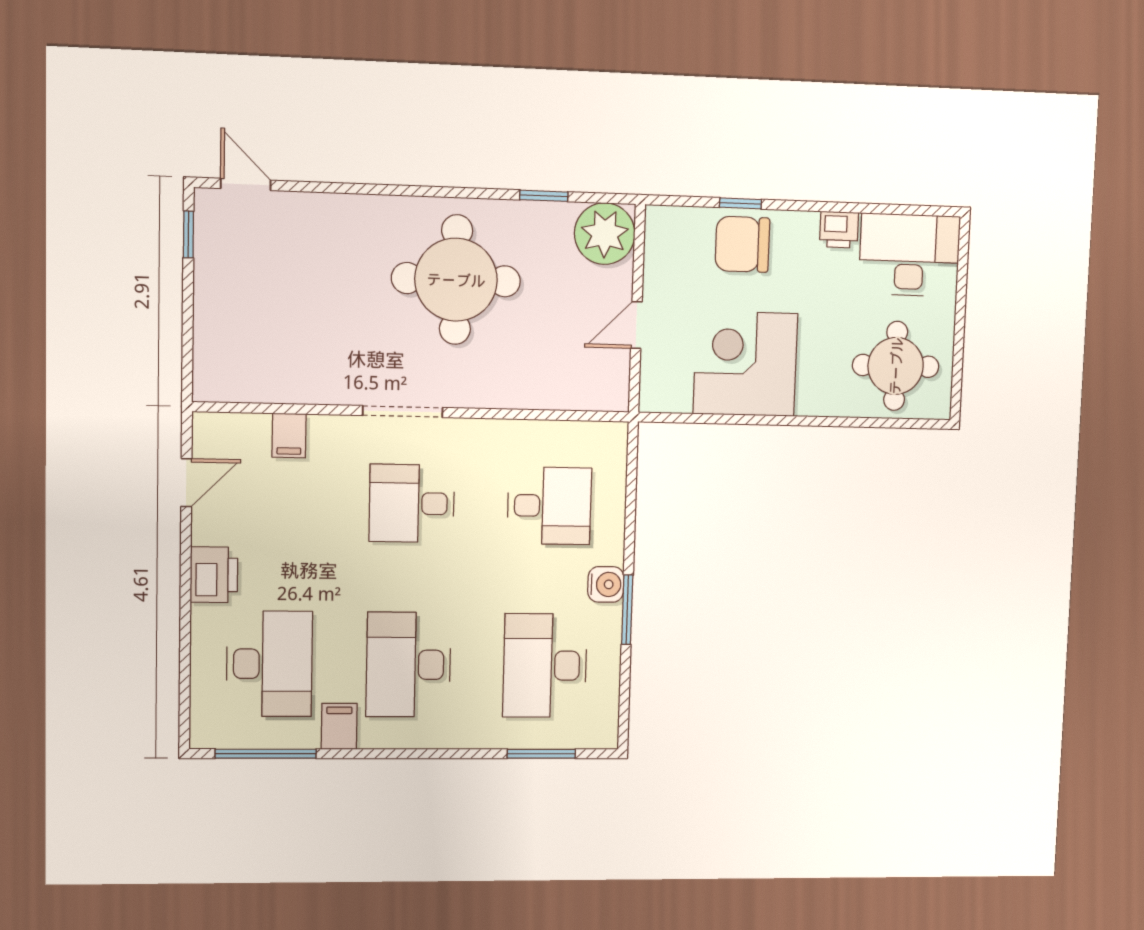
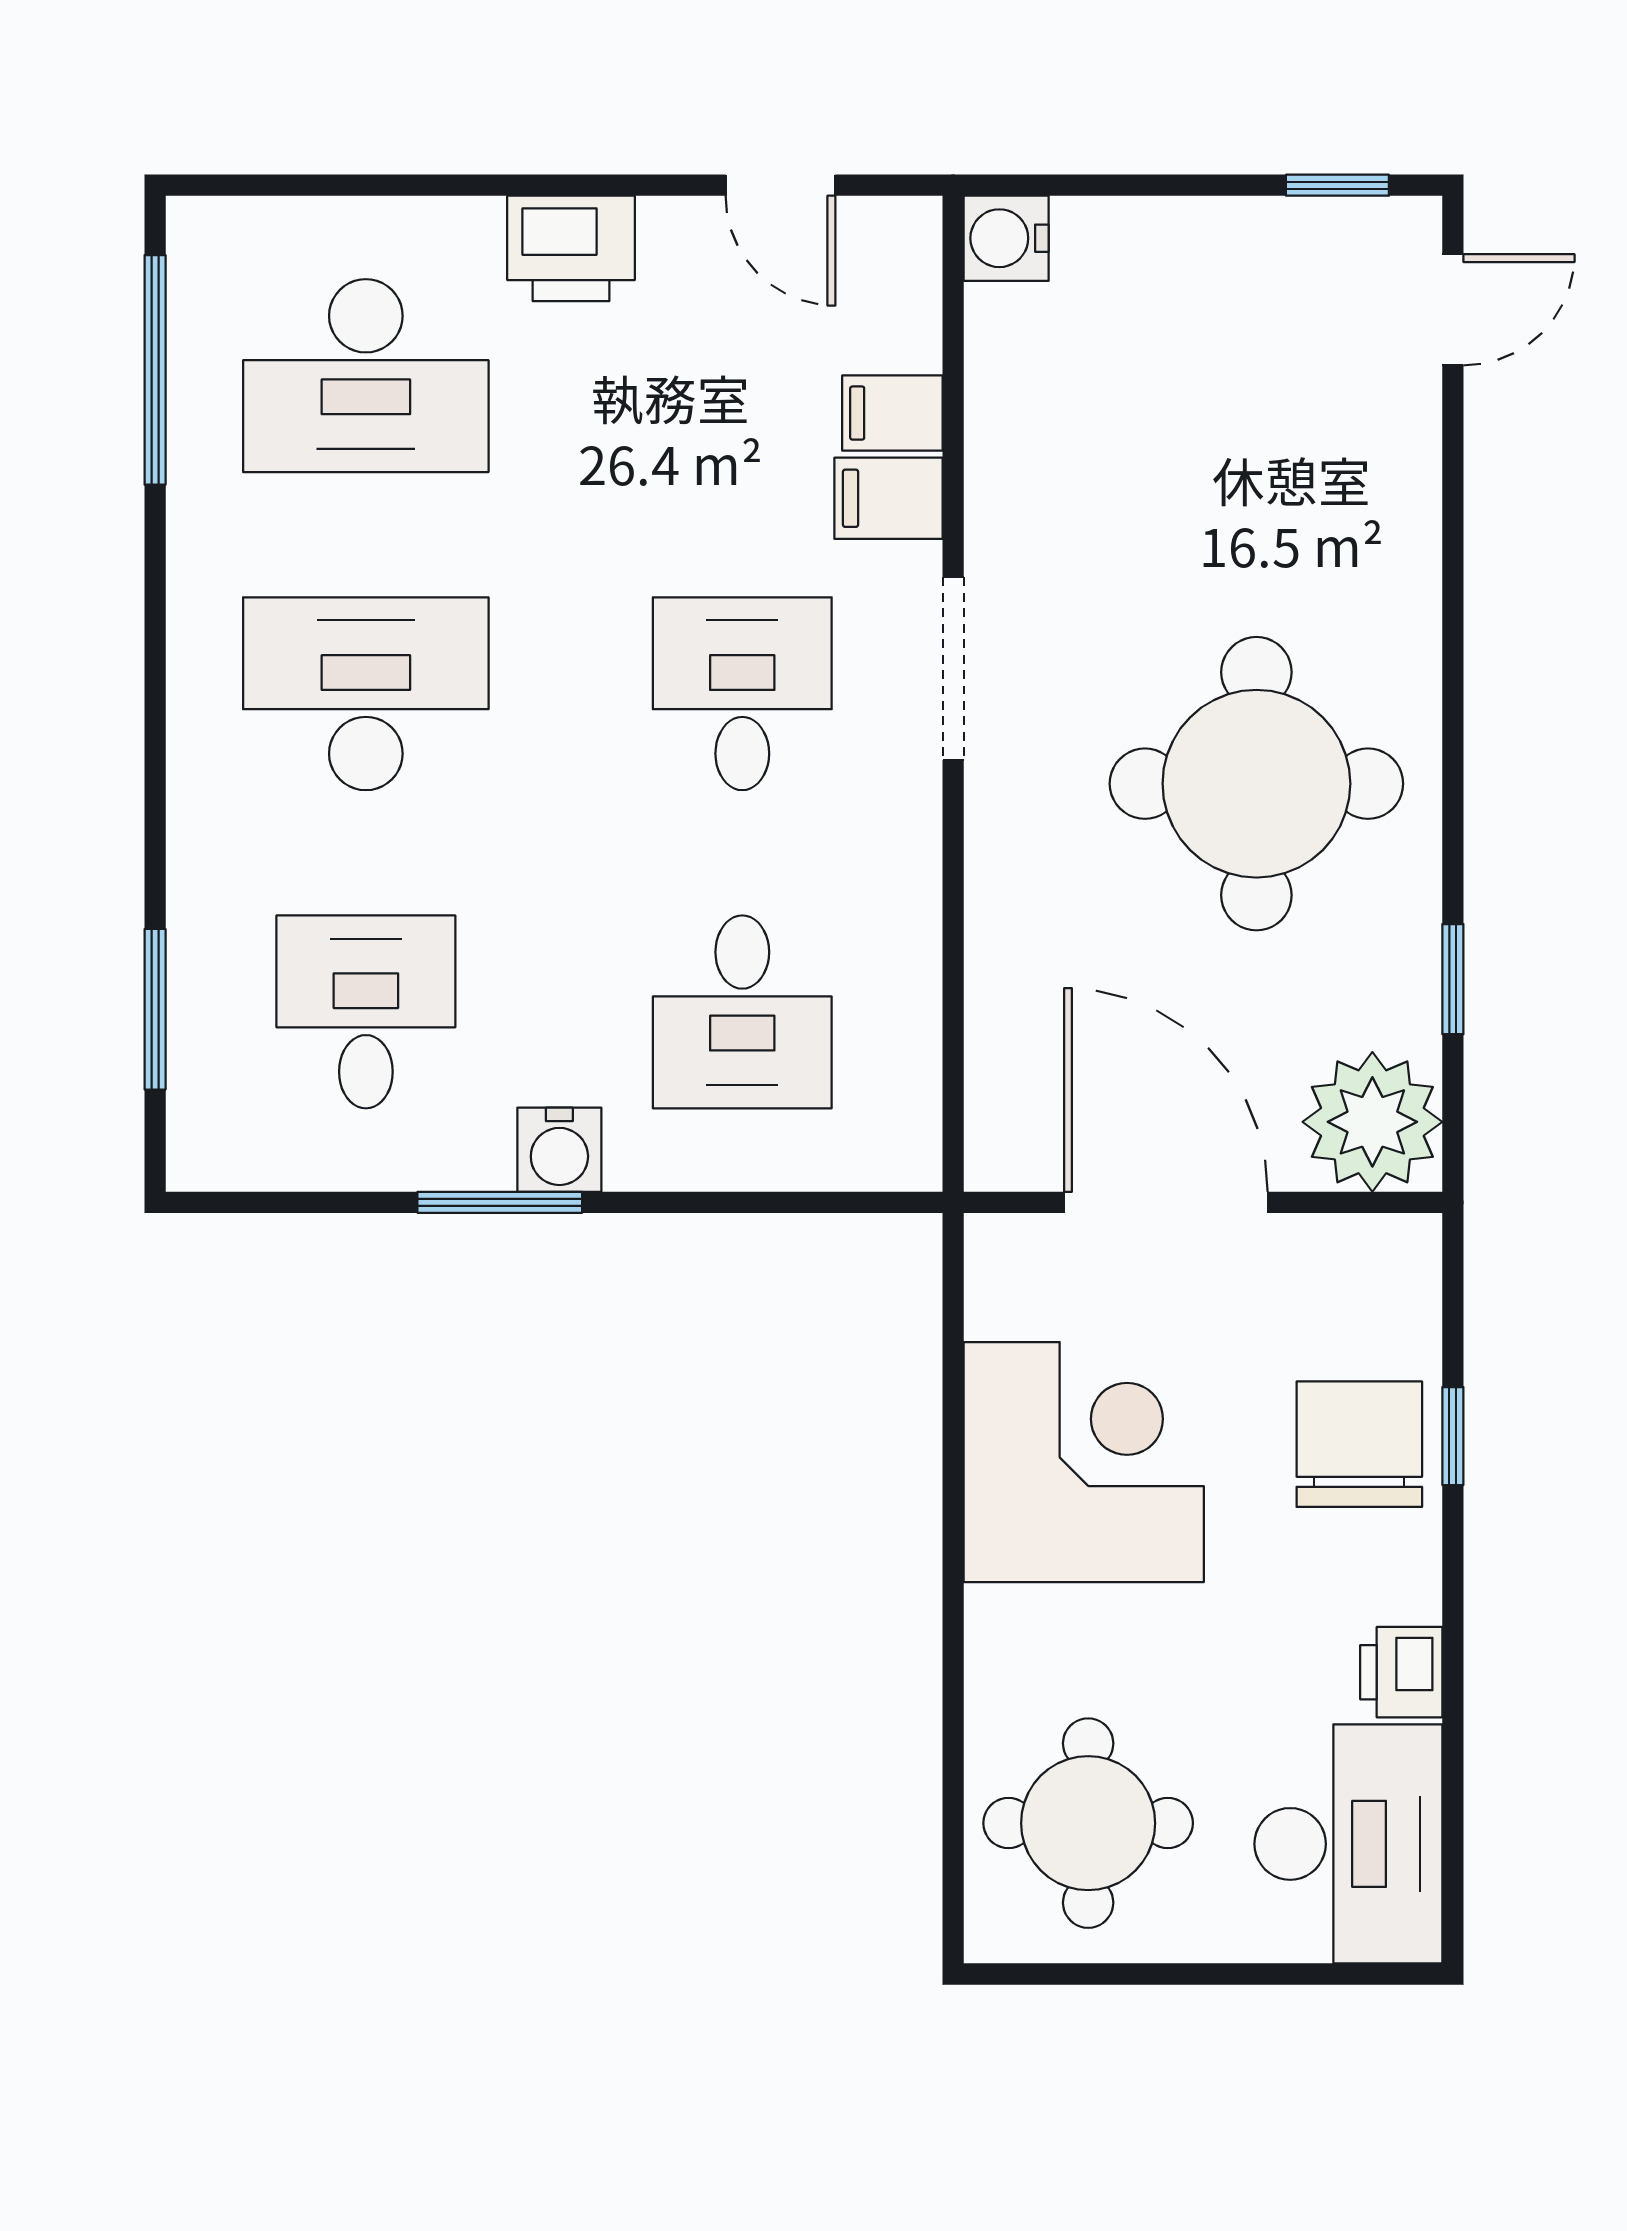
door: (636, 325) -> (1166, 1202), width x1.87
water cooler: (211, 384) -> (1006, 238), added
desk: (545, 666) -> (366, 1012), width x0.73
filing cabinet: (339, 726) -> (888, 498), moved, turned 180

